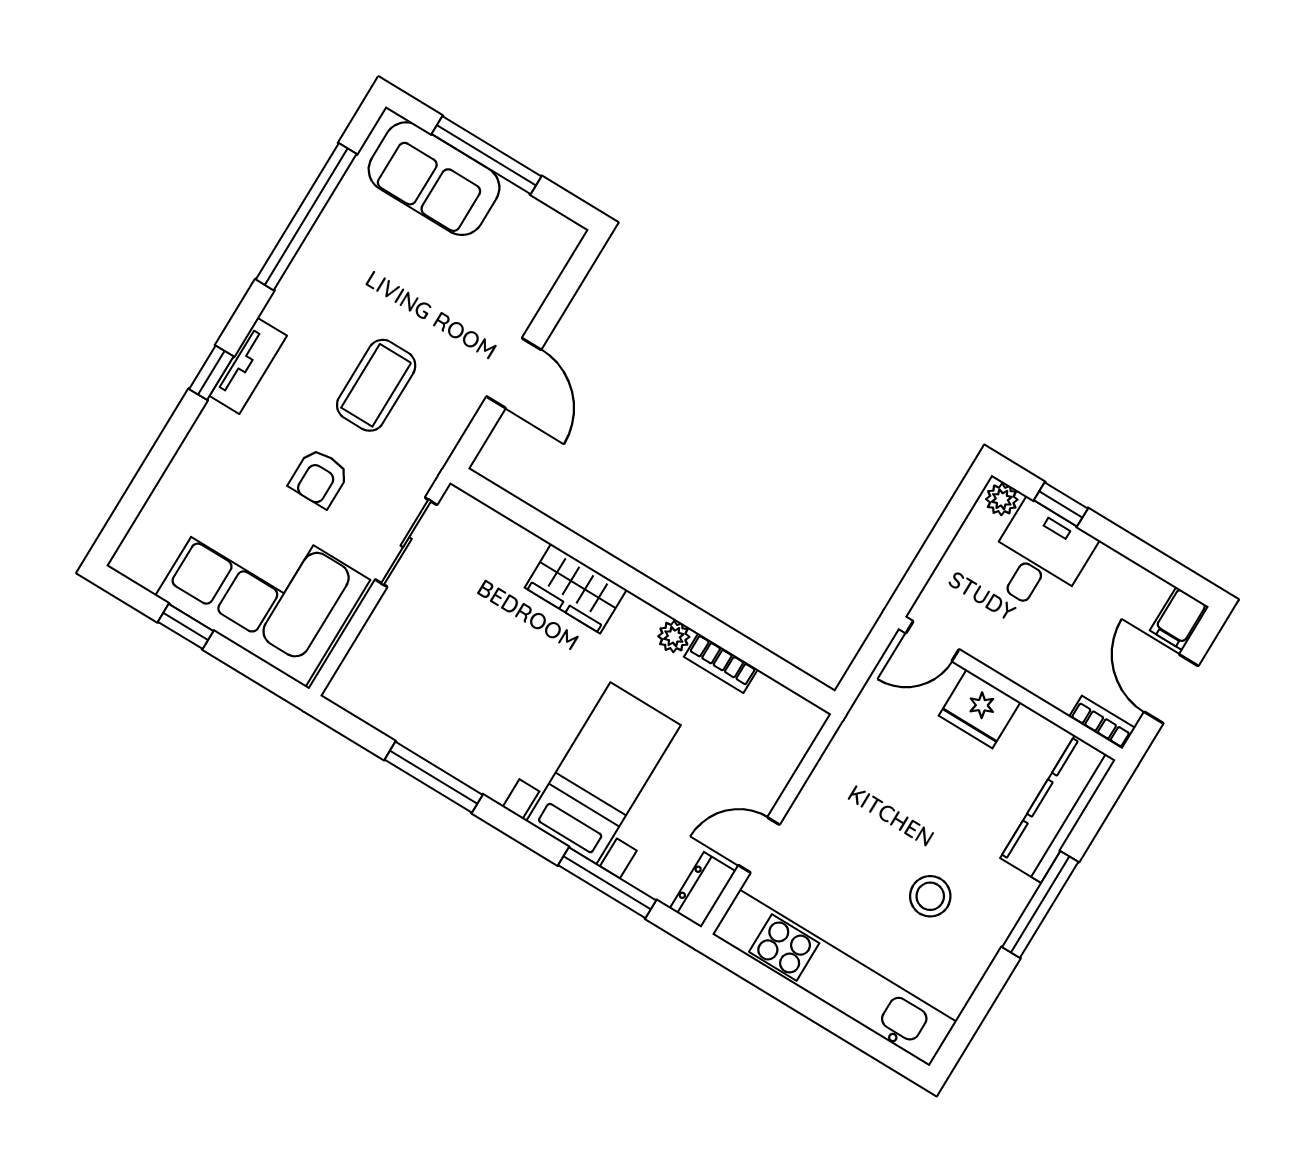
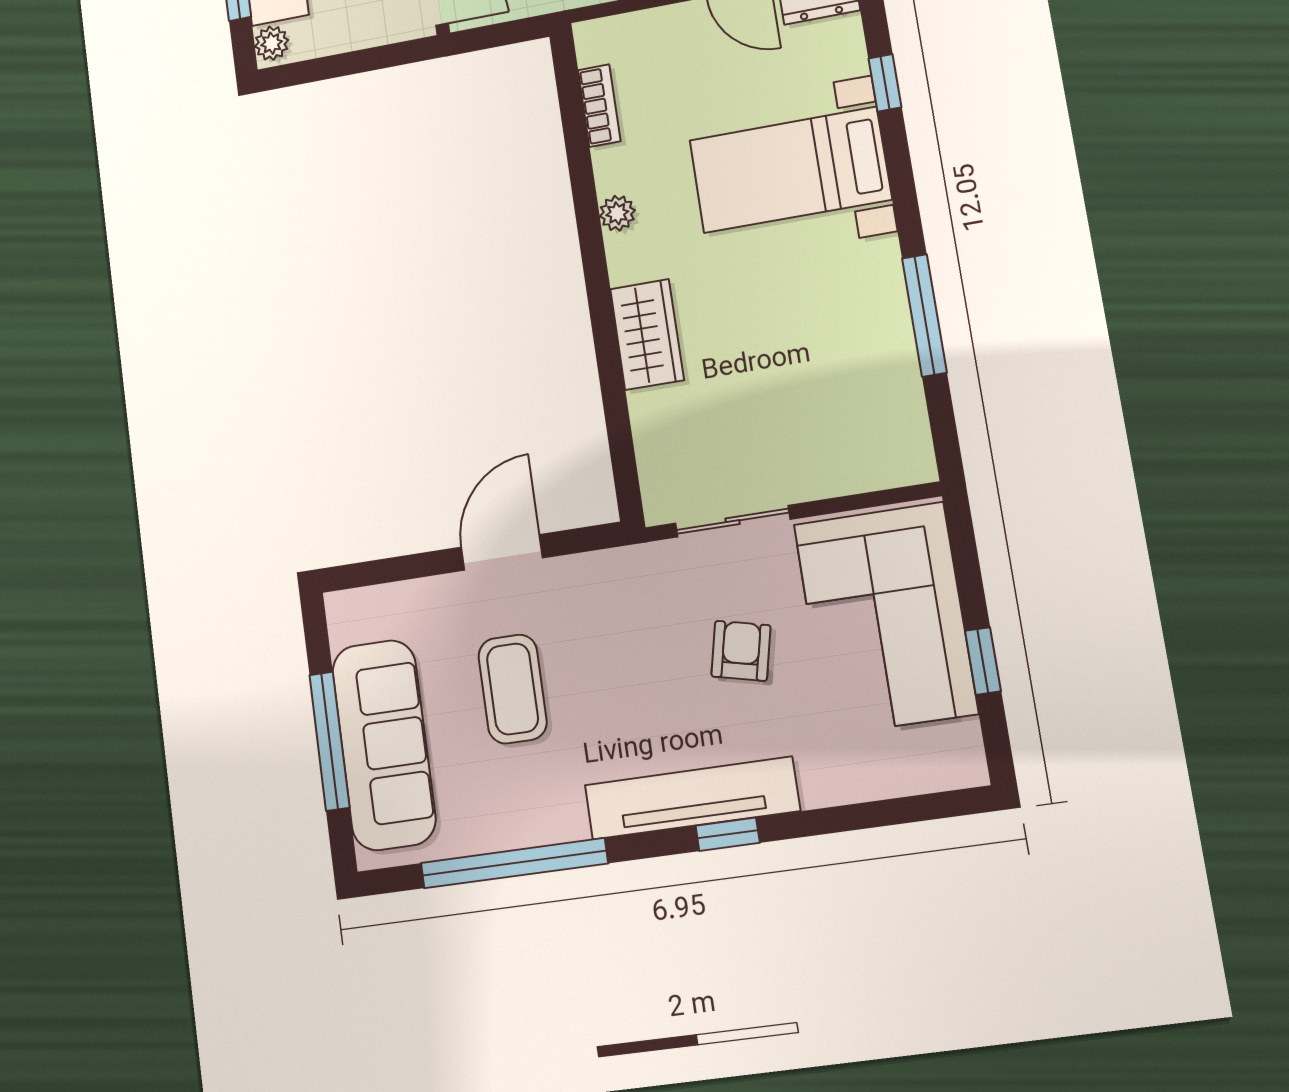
sofa: (434, 179) -> (384, 745), width x1.36
tv unit: (248, 366) -> (692, 798), width x1.92, depth x1.29
coffee table: (376, 385) -> (513, 689), moved, turned 90
armchair: (319, 478) -> (741, 651), turned -77
bookcase: (721, 663) -> (599, 106), moved
window: (607, 883) -> (885, 83), width x0.46

